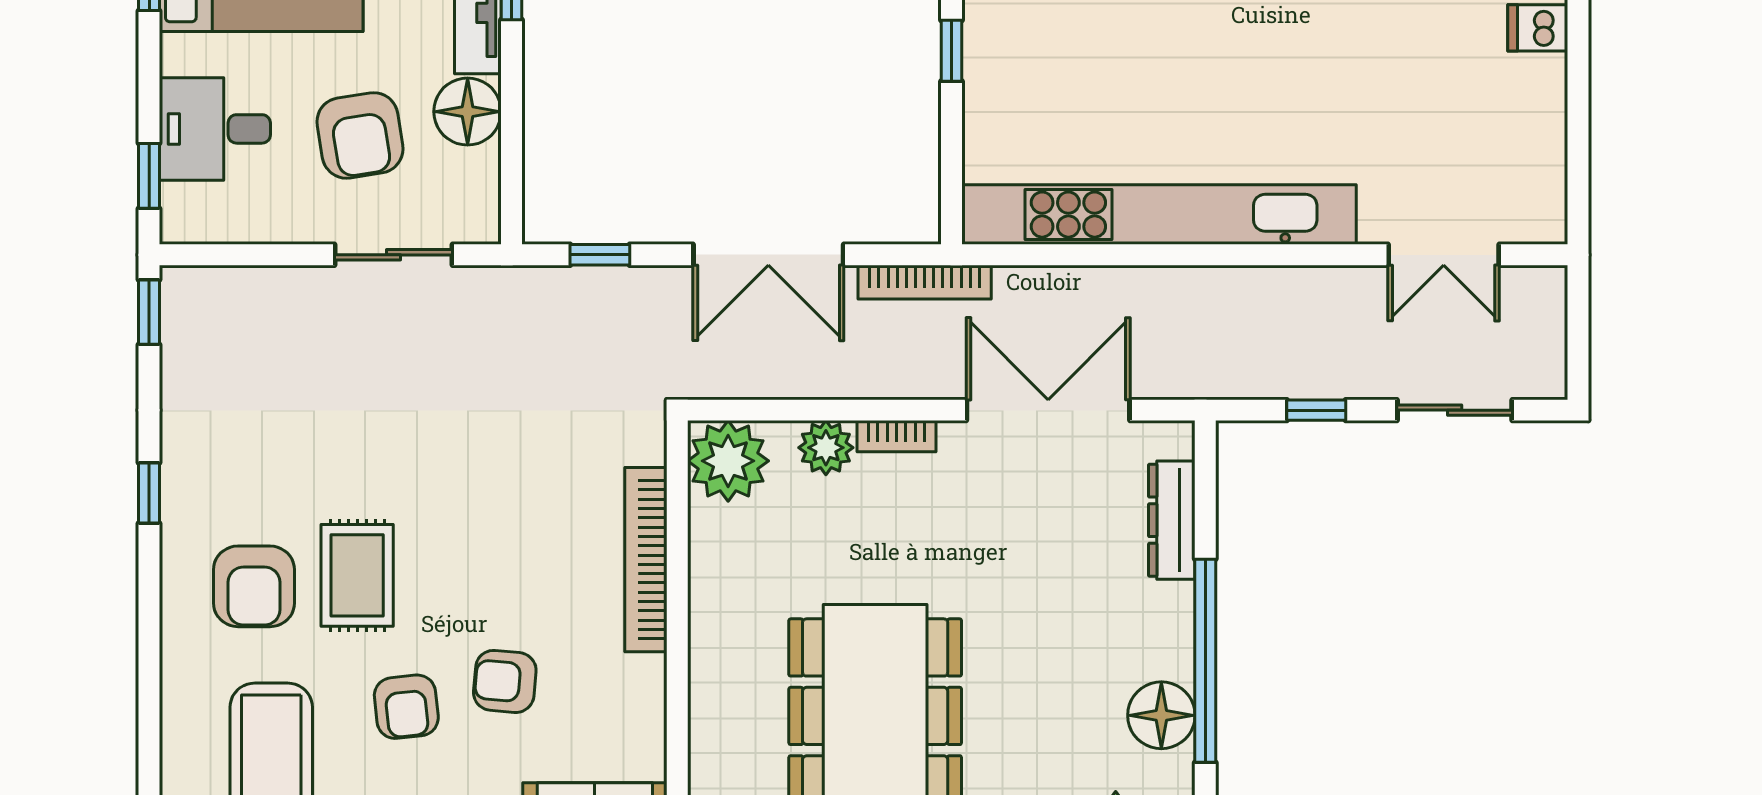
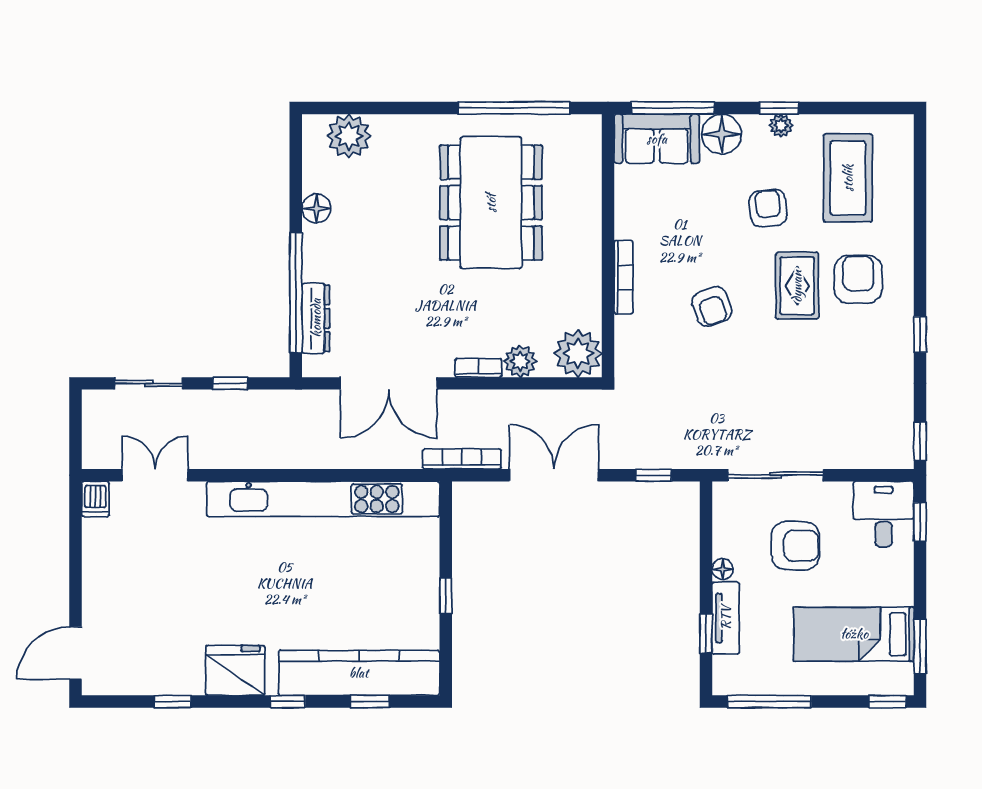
dishwasher: (1538, 28) -> (95, 499), moved, turned 90
floor lamp: (468, 112) -> (723, 569), width x0.53, depth x0.53
desk: (215, 129) -> (884, 514), moved, turned -90
armchair: (360, 135) -> (795, 546), turned 99
sliding door: (393, 255) -> (776, 475), width x1.37
bookcase: (646, 560) -> (624, 277), width x0.68, depth x0.76
window: (1205, 661) -> (296, 293), moved
armchair: (505, 681) -> (712, 307), moved, turned 66
floor lamp: (1161, 715) -> (316, 208), width x0.73, depth x0.73

